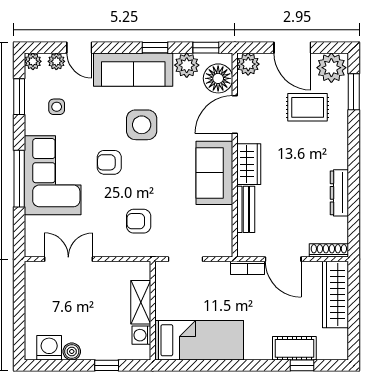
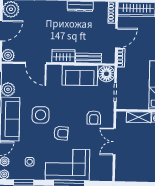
floor lamp: (218, 78) -> (106, 74), moved
rug: (308, 107) -> (33, 23), removed
armchair: (109, 162) -> (61, 133), turned -87
sofa: (214, 173) -> (80, 75), moved
double door: (68, 259) -> (114, 142), moved

